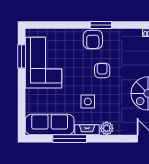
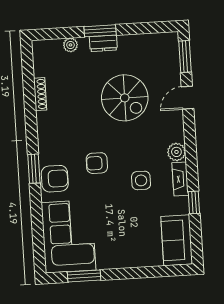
corner sofa: (43, 63) -> (68, 236), moved, turned 90
sofa: (50, 125) -> (177, 240), width x0.73
window: (70, 139) -> (194, 202), width x0.46

